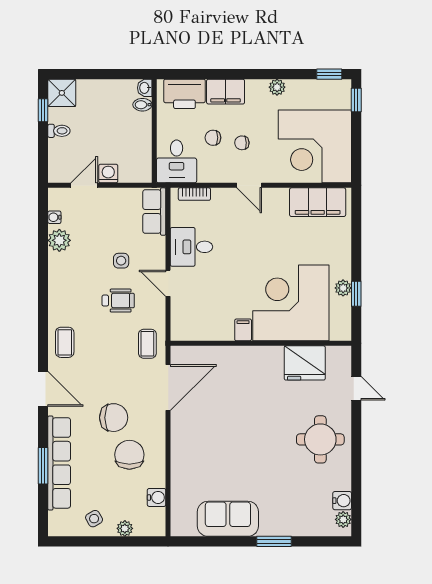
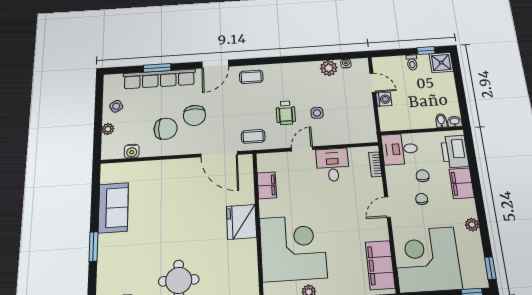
row of seats: (154, 212) -> (358, 135), removed
filing cabinet: (243, 330) -> (267, 185), moved, width x2.00
fridge: (305, 363) -> (241, 222), moved

